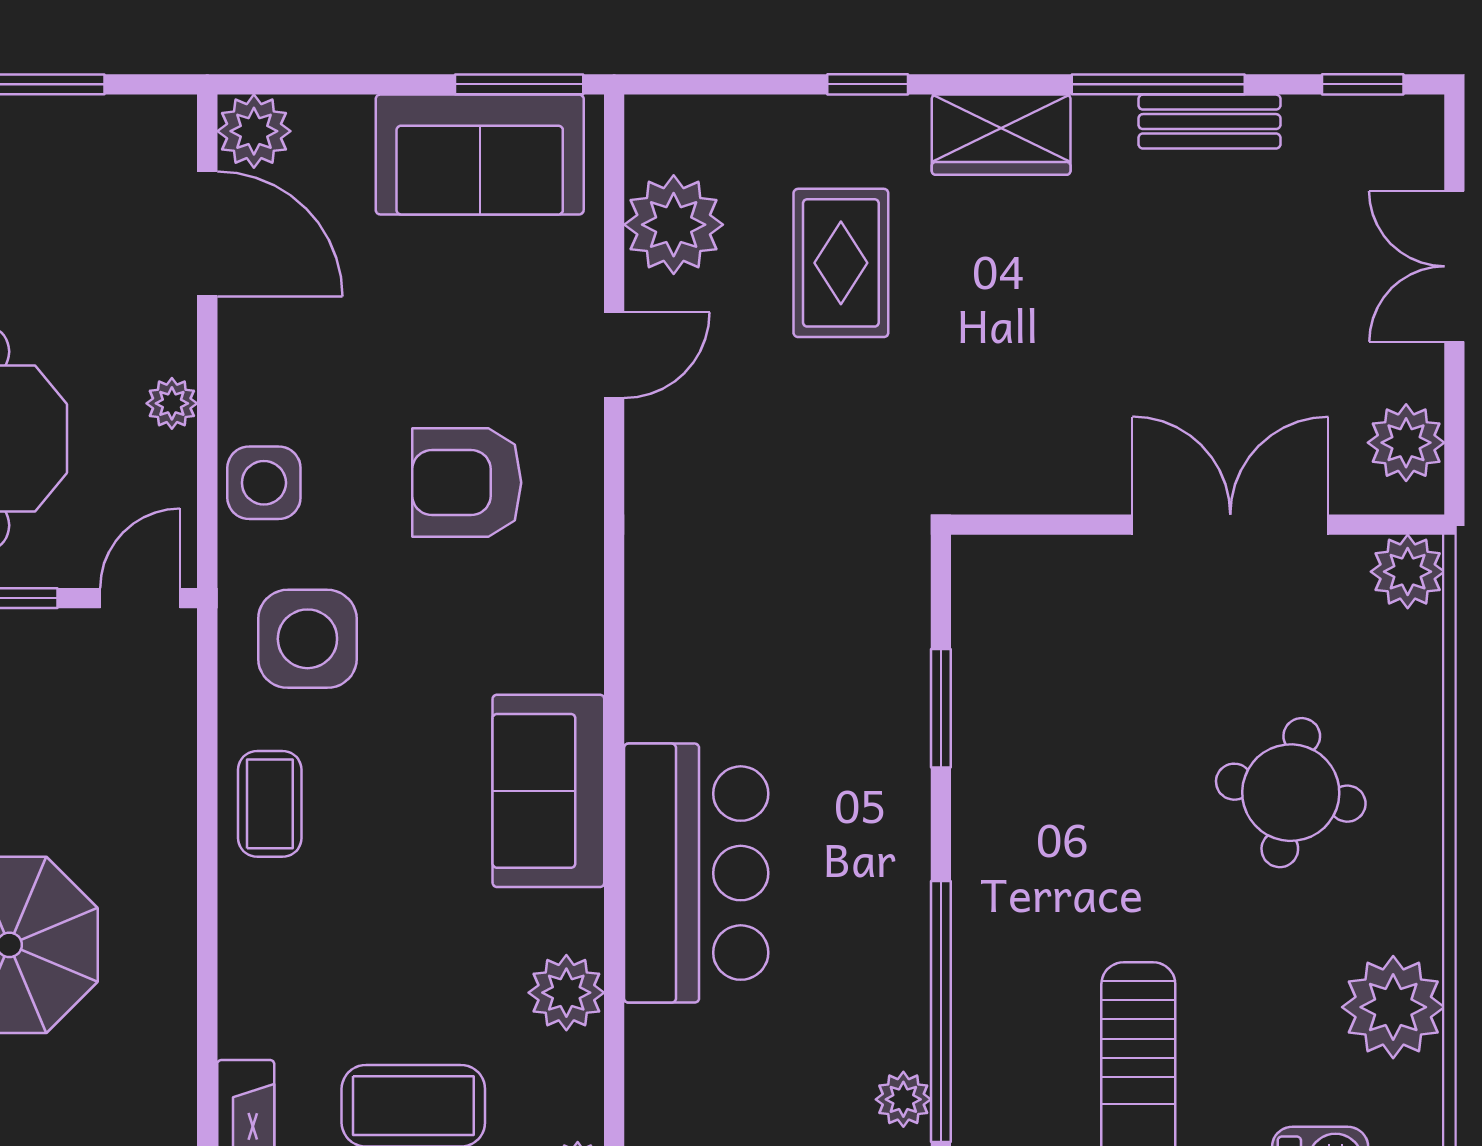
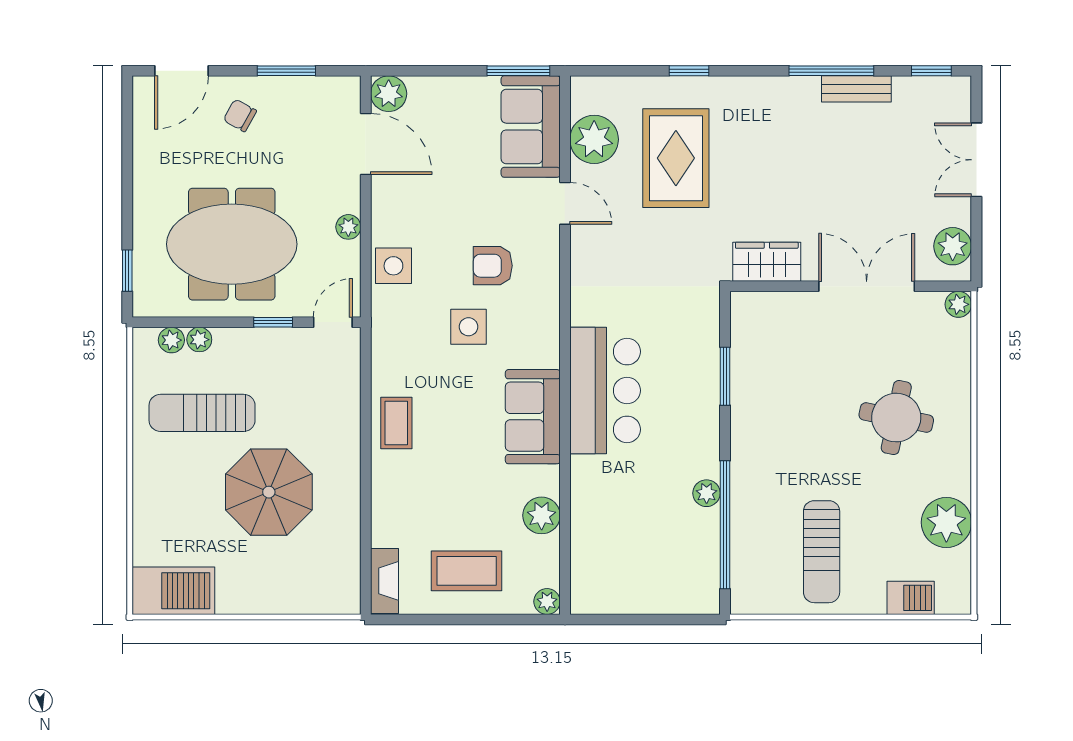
wardrobe: (1001, 135) -> (767, 262), moved, turned 180
sofa: (480, 154) -> (531, 127), moved, turned 90
rug: (841, 263) -> (676, 158), width x1.36, depth x1.43
door: (614, 355) -> (565, 203), hinge flipped
armchair: (467, 483) -> (493, 266), width x0.72, depth x0.72
plant: (1408, 572) -> (958, 304), width x0.73, depth x0.73
side table: (307, 639) -> (468, 327), moved, width x0.73, depth x0.73
bar counter: (696, 873) -> (605, 390), moved
plant: (903, 1099) -> (707, 493), moved

